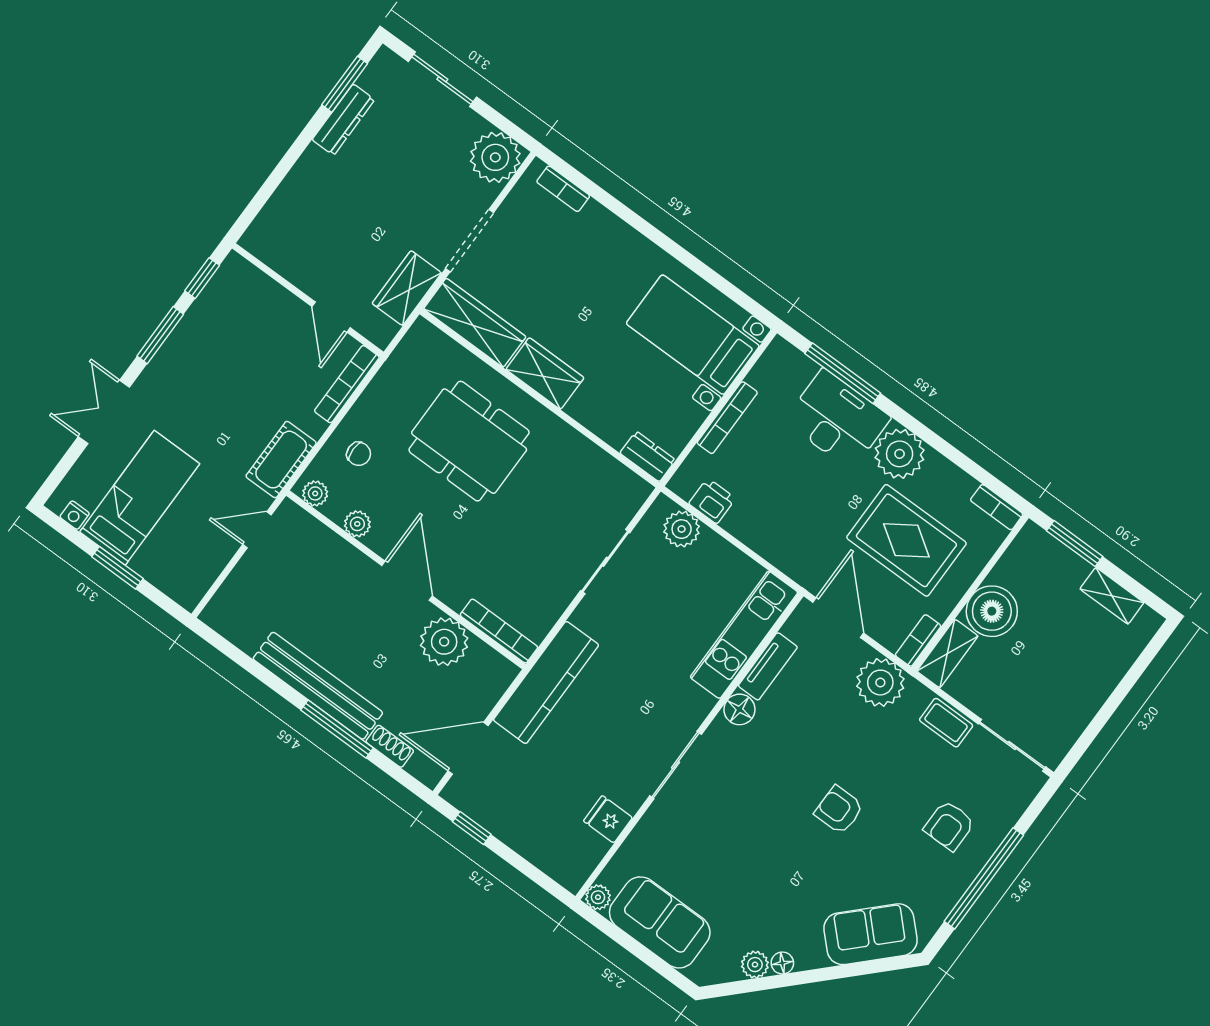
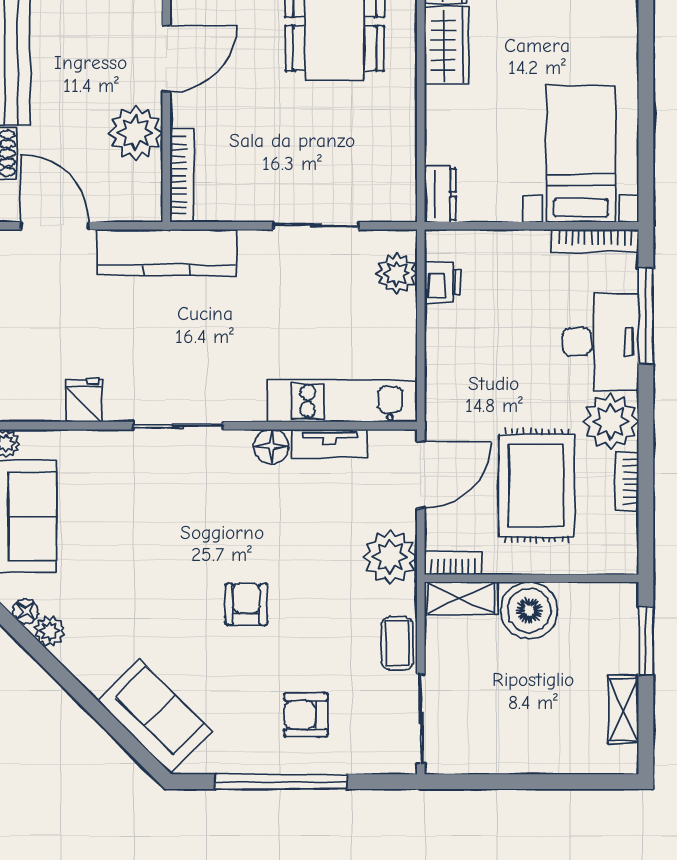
bookcase: (727, 418) -> (595, 241), moved
bookcase: (997, 507) -> (627, 482), moved
floor lamp: (782, 963) -> (26, 611), moved

